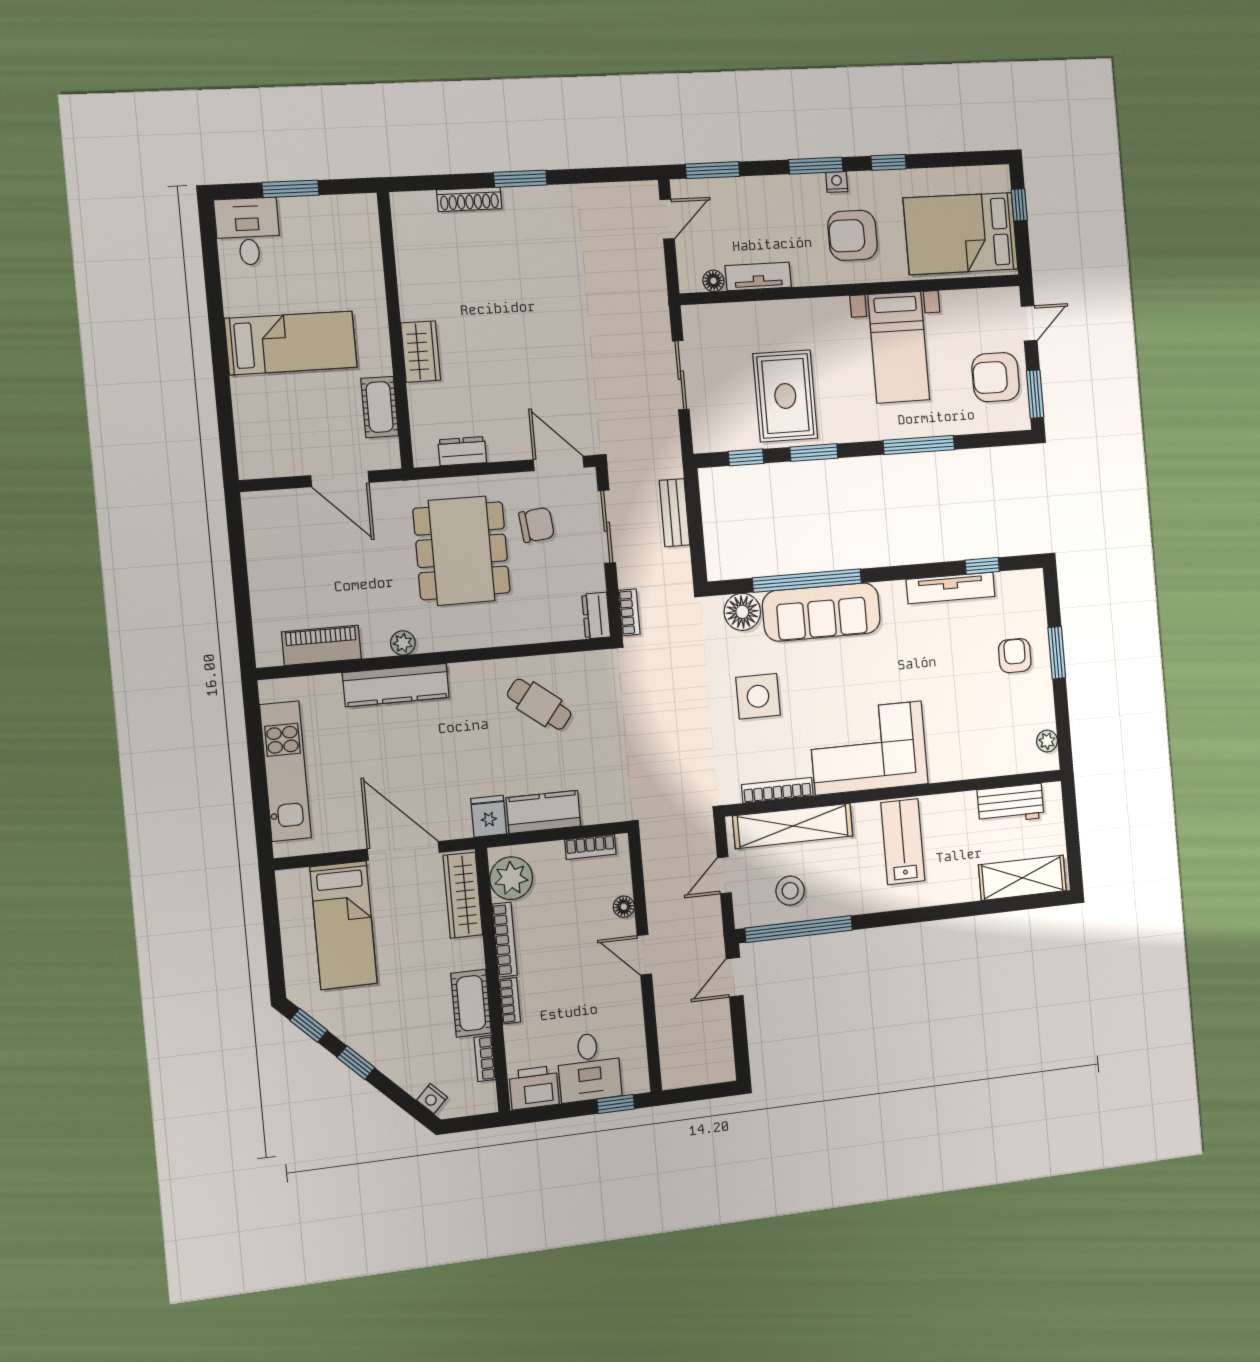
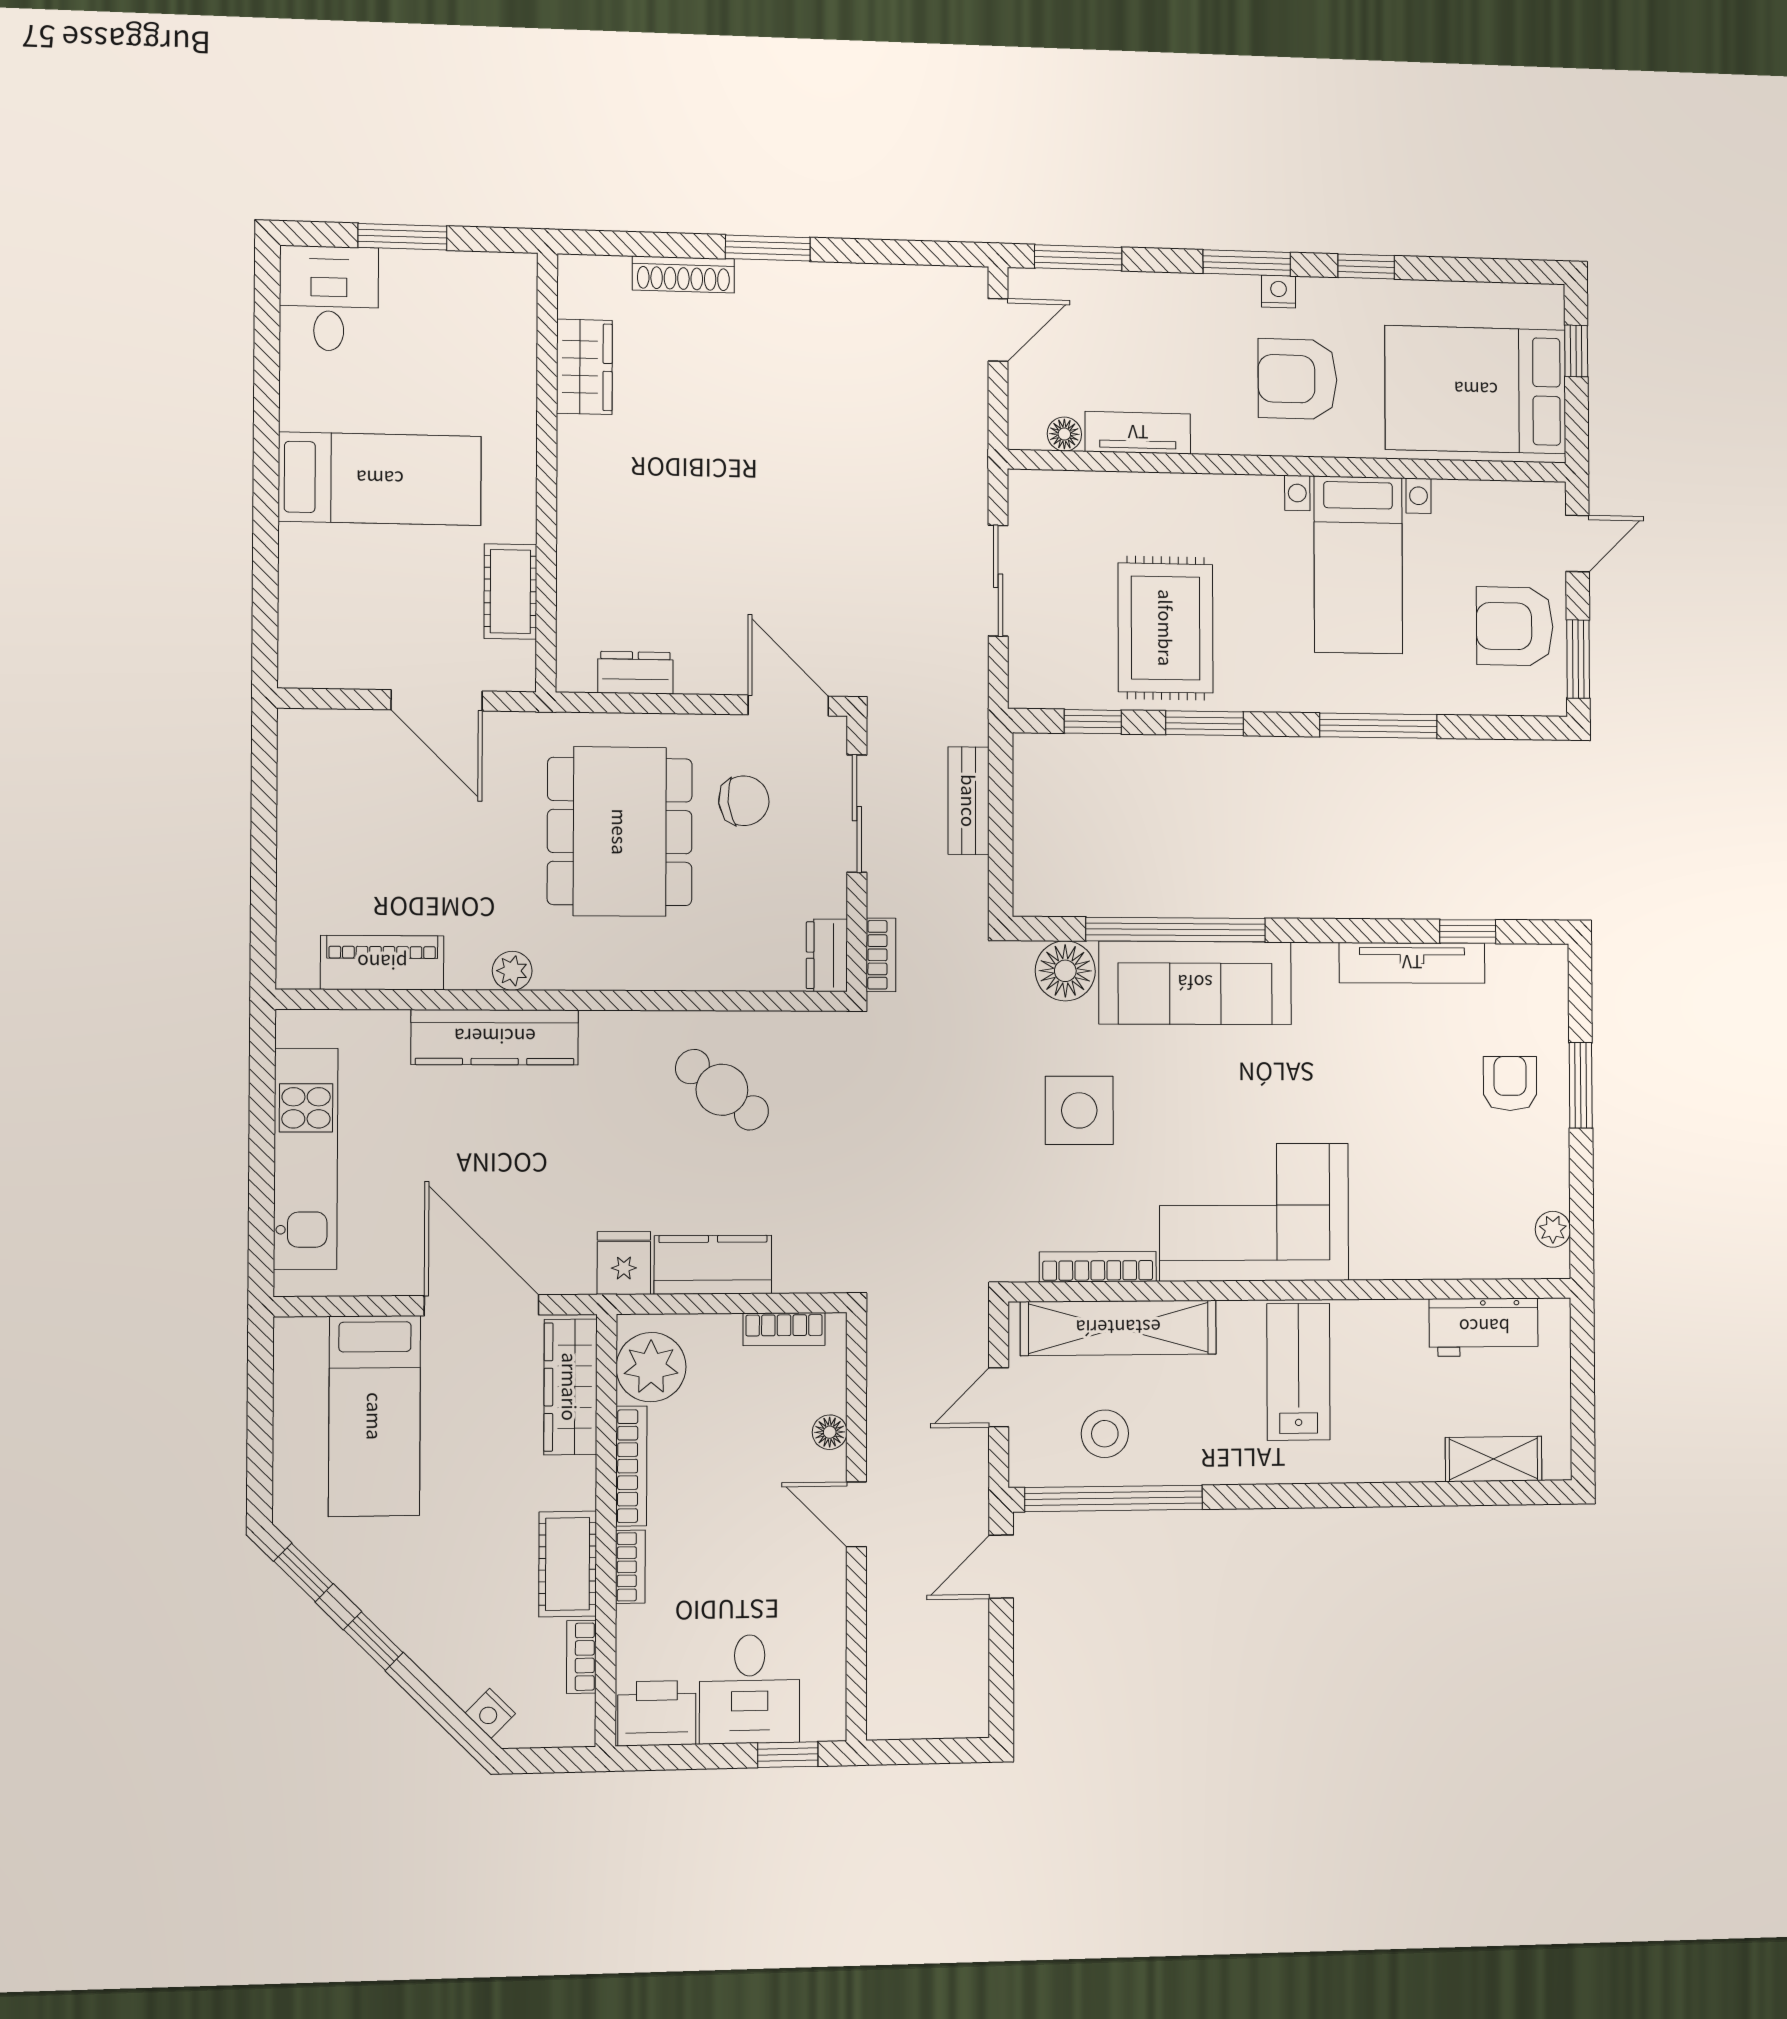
wardrobe: (421, 352) -> (584, 367), moved
shelving: (1022, 878) -> (1494, 1459), width x0.67, depth x0.75

